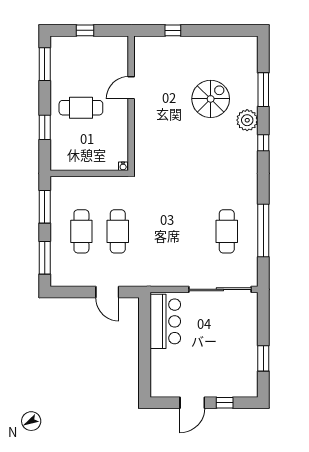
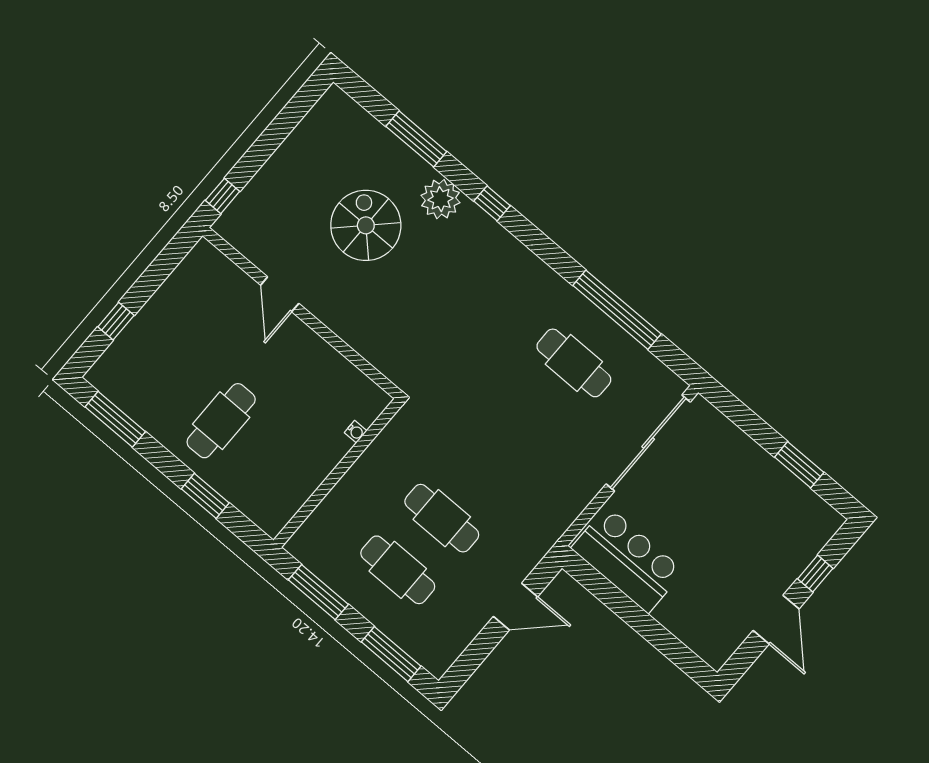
door: (131, 88) -> (280, 294), moved
wall: (131, 103) -> (302, 313), moved

